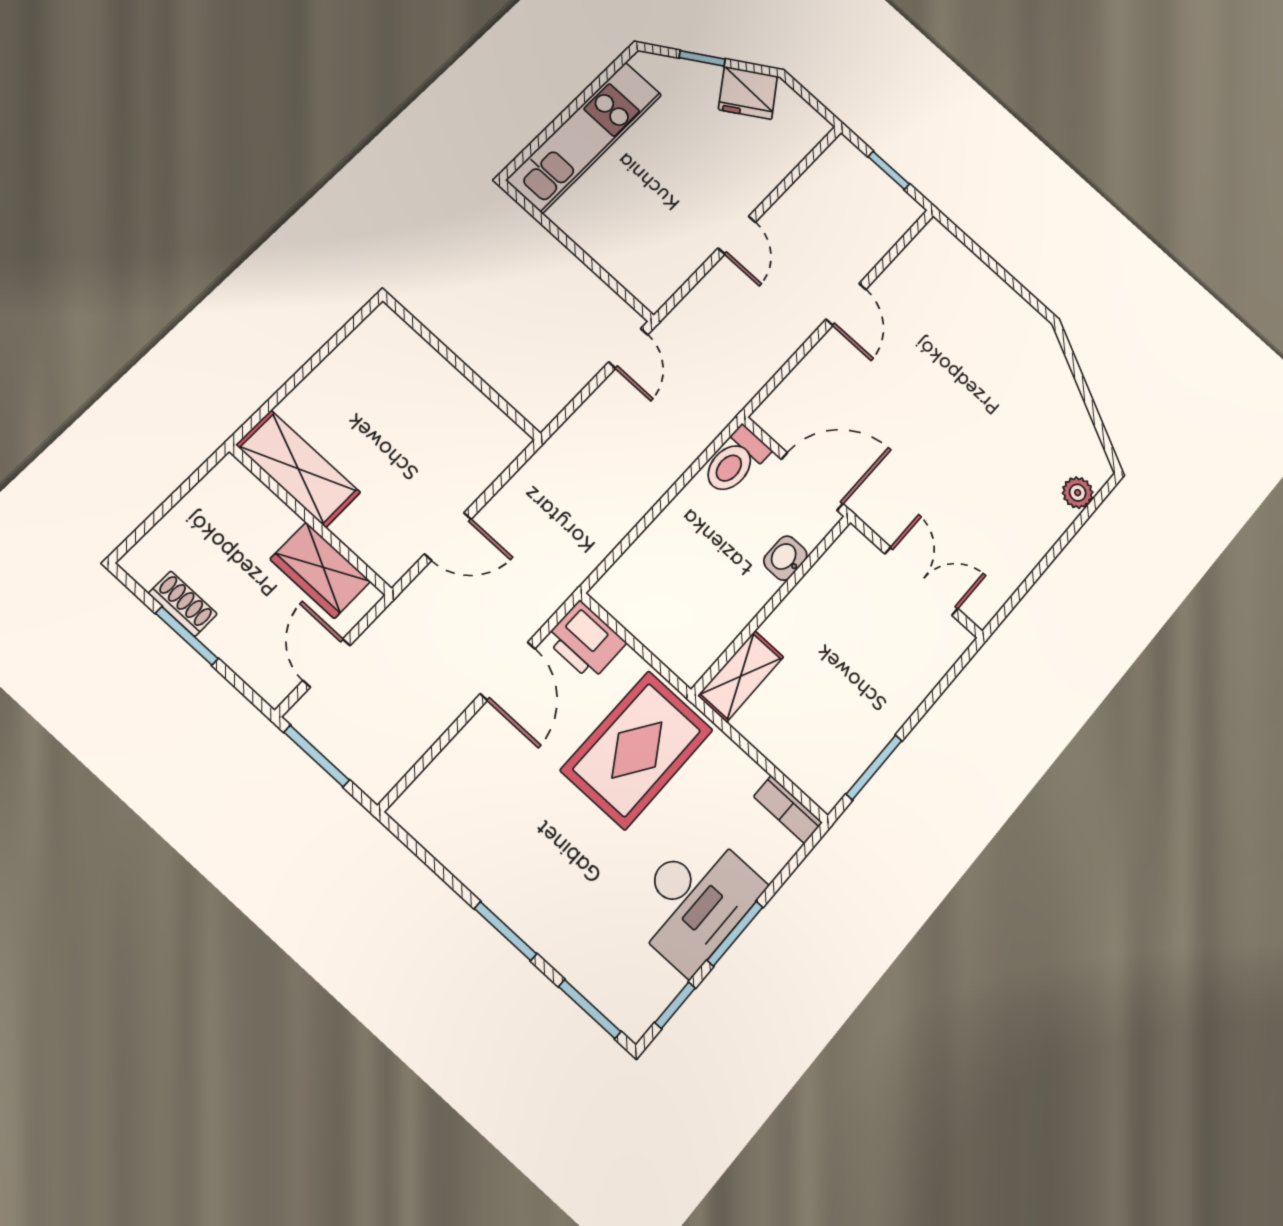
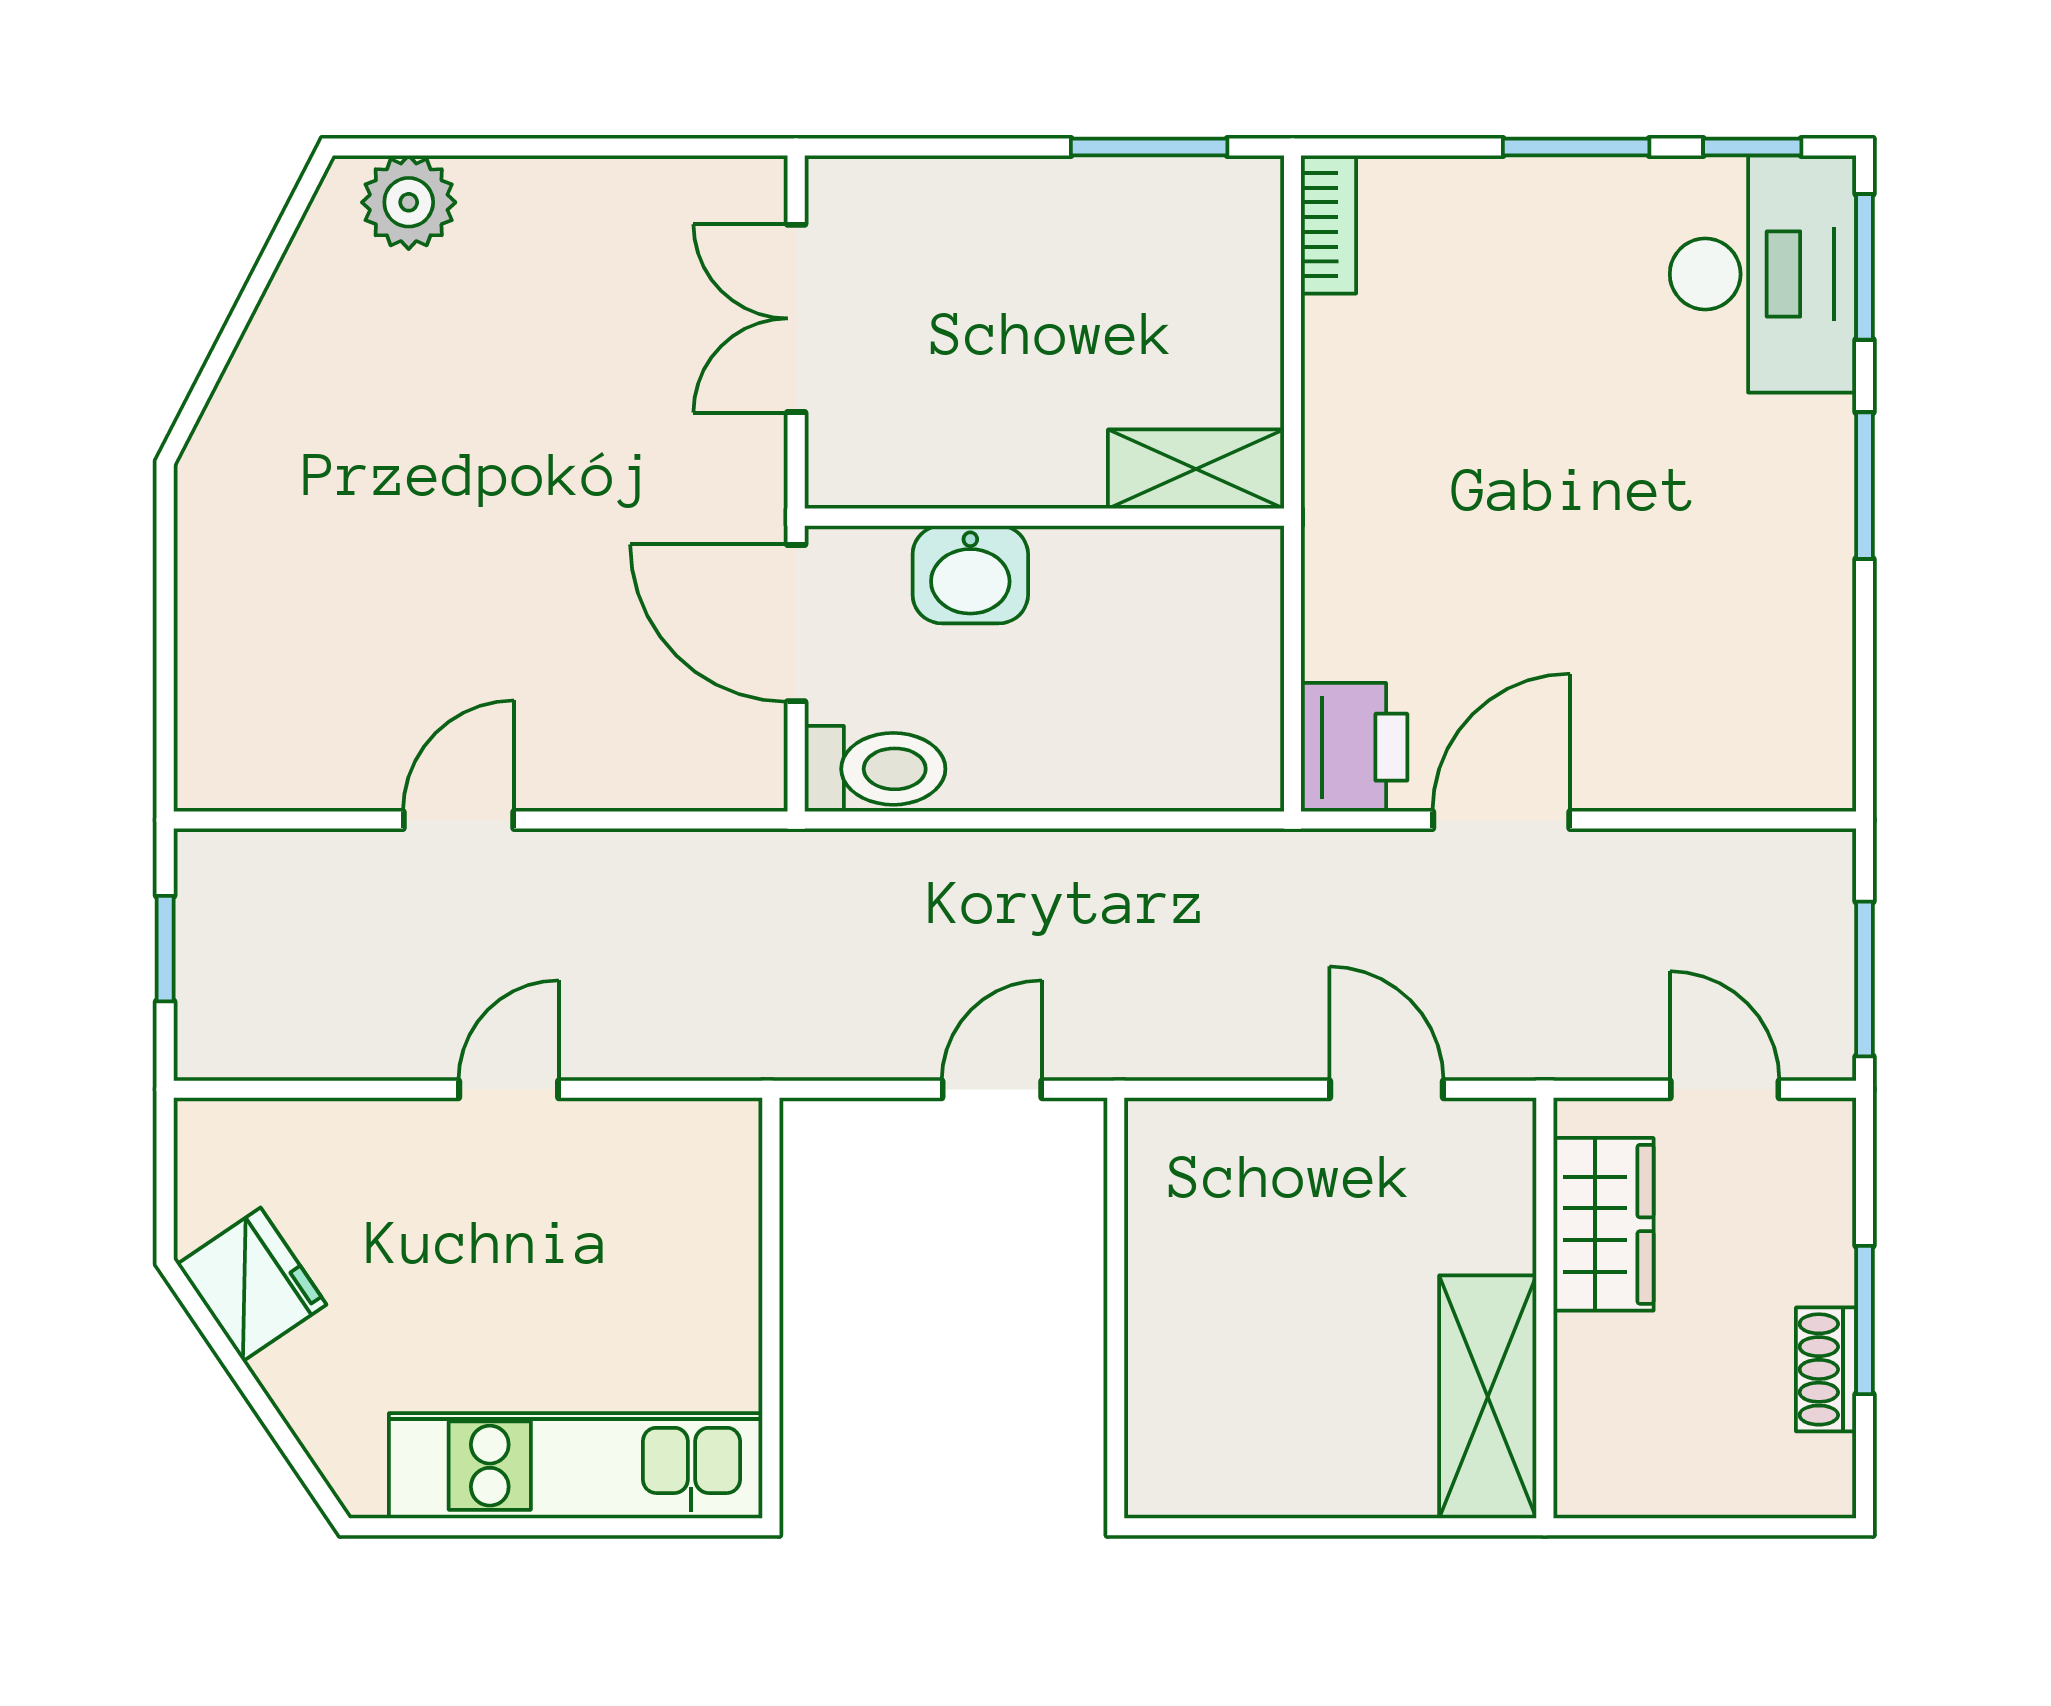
window: (702, 58) -> (264, 1407), removed
door: (628, 348) -> (992, 1089), moved
plant: (1078, 493) -> (409, 202), width x1.38, depth x1.38
washbasin: (785, 558) -> (970, 574), width x1.38, depth x1.45
door: (327, 663) -> (1725, 1089), swing flipped
rug: (637, 750) -> (1444, 527), removed
desk: (695, 900) -> (1763, 274), moved, turned 90

